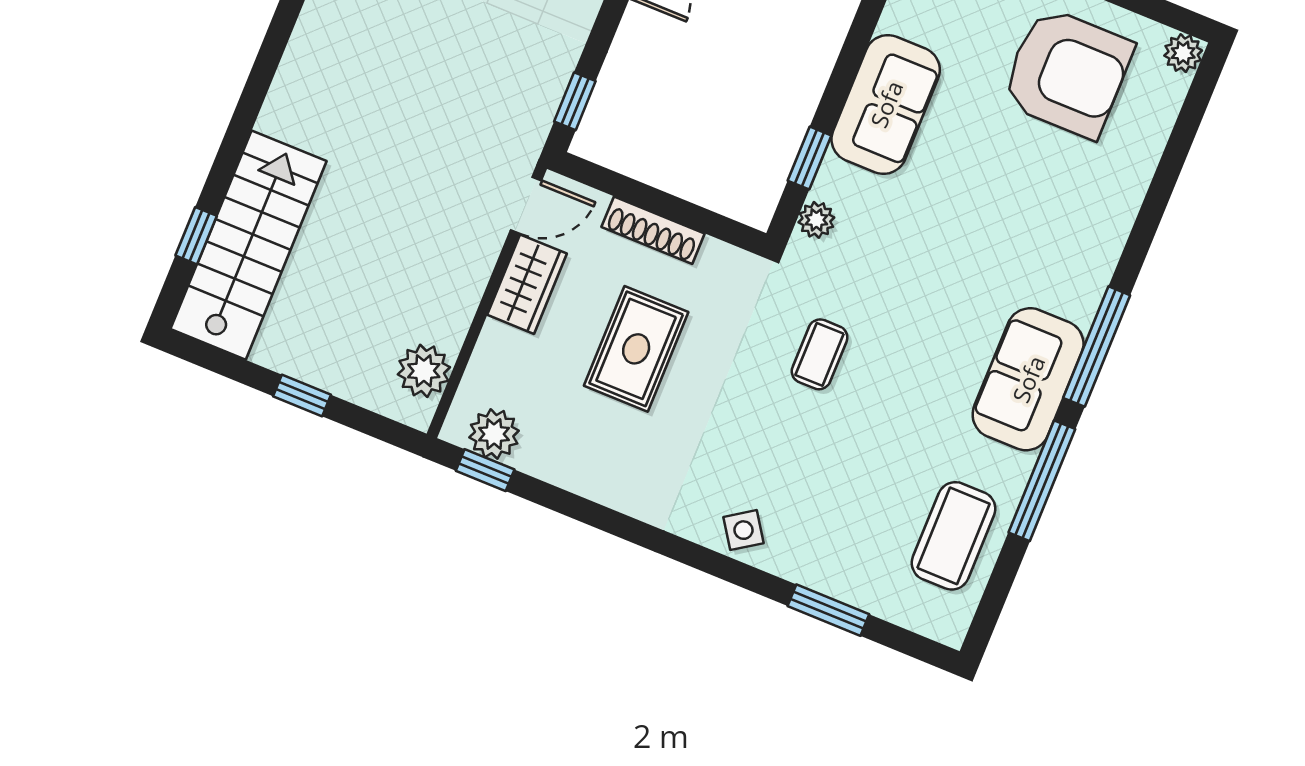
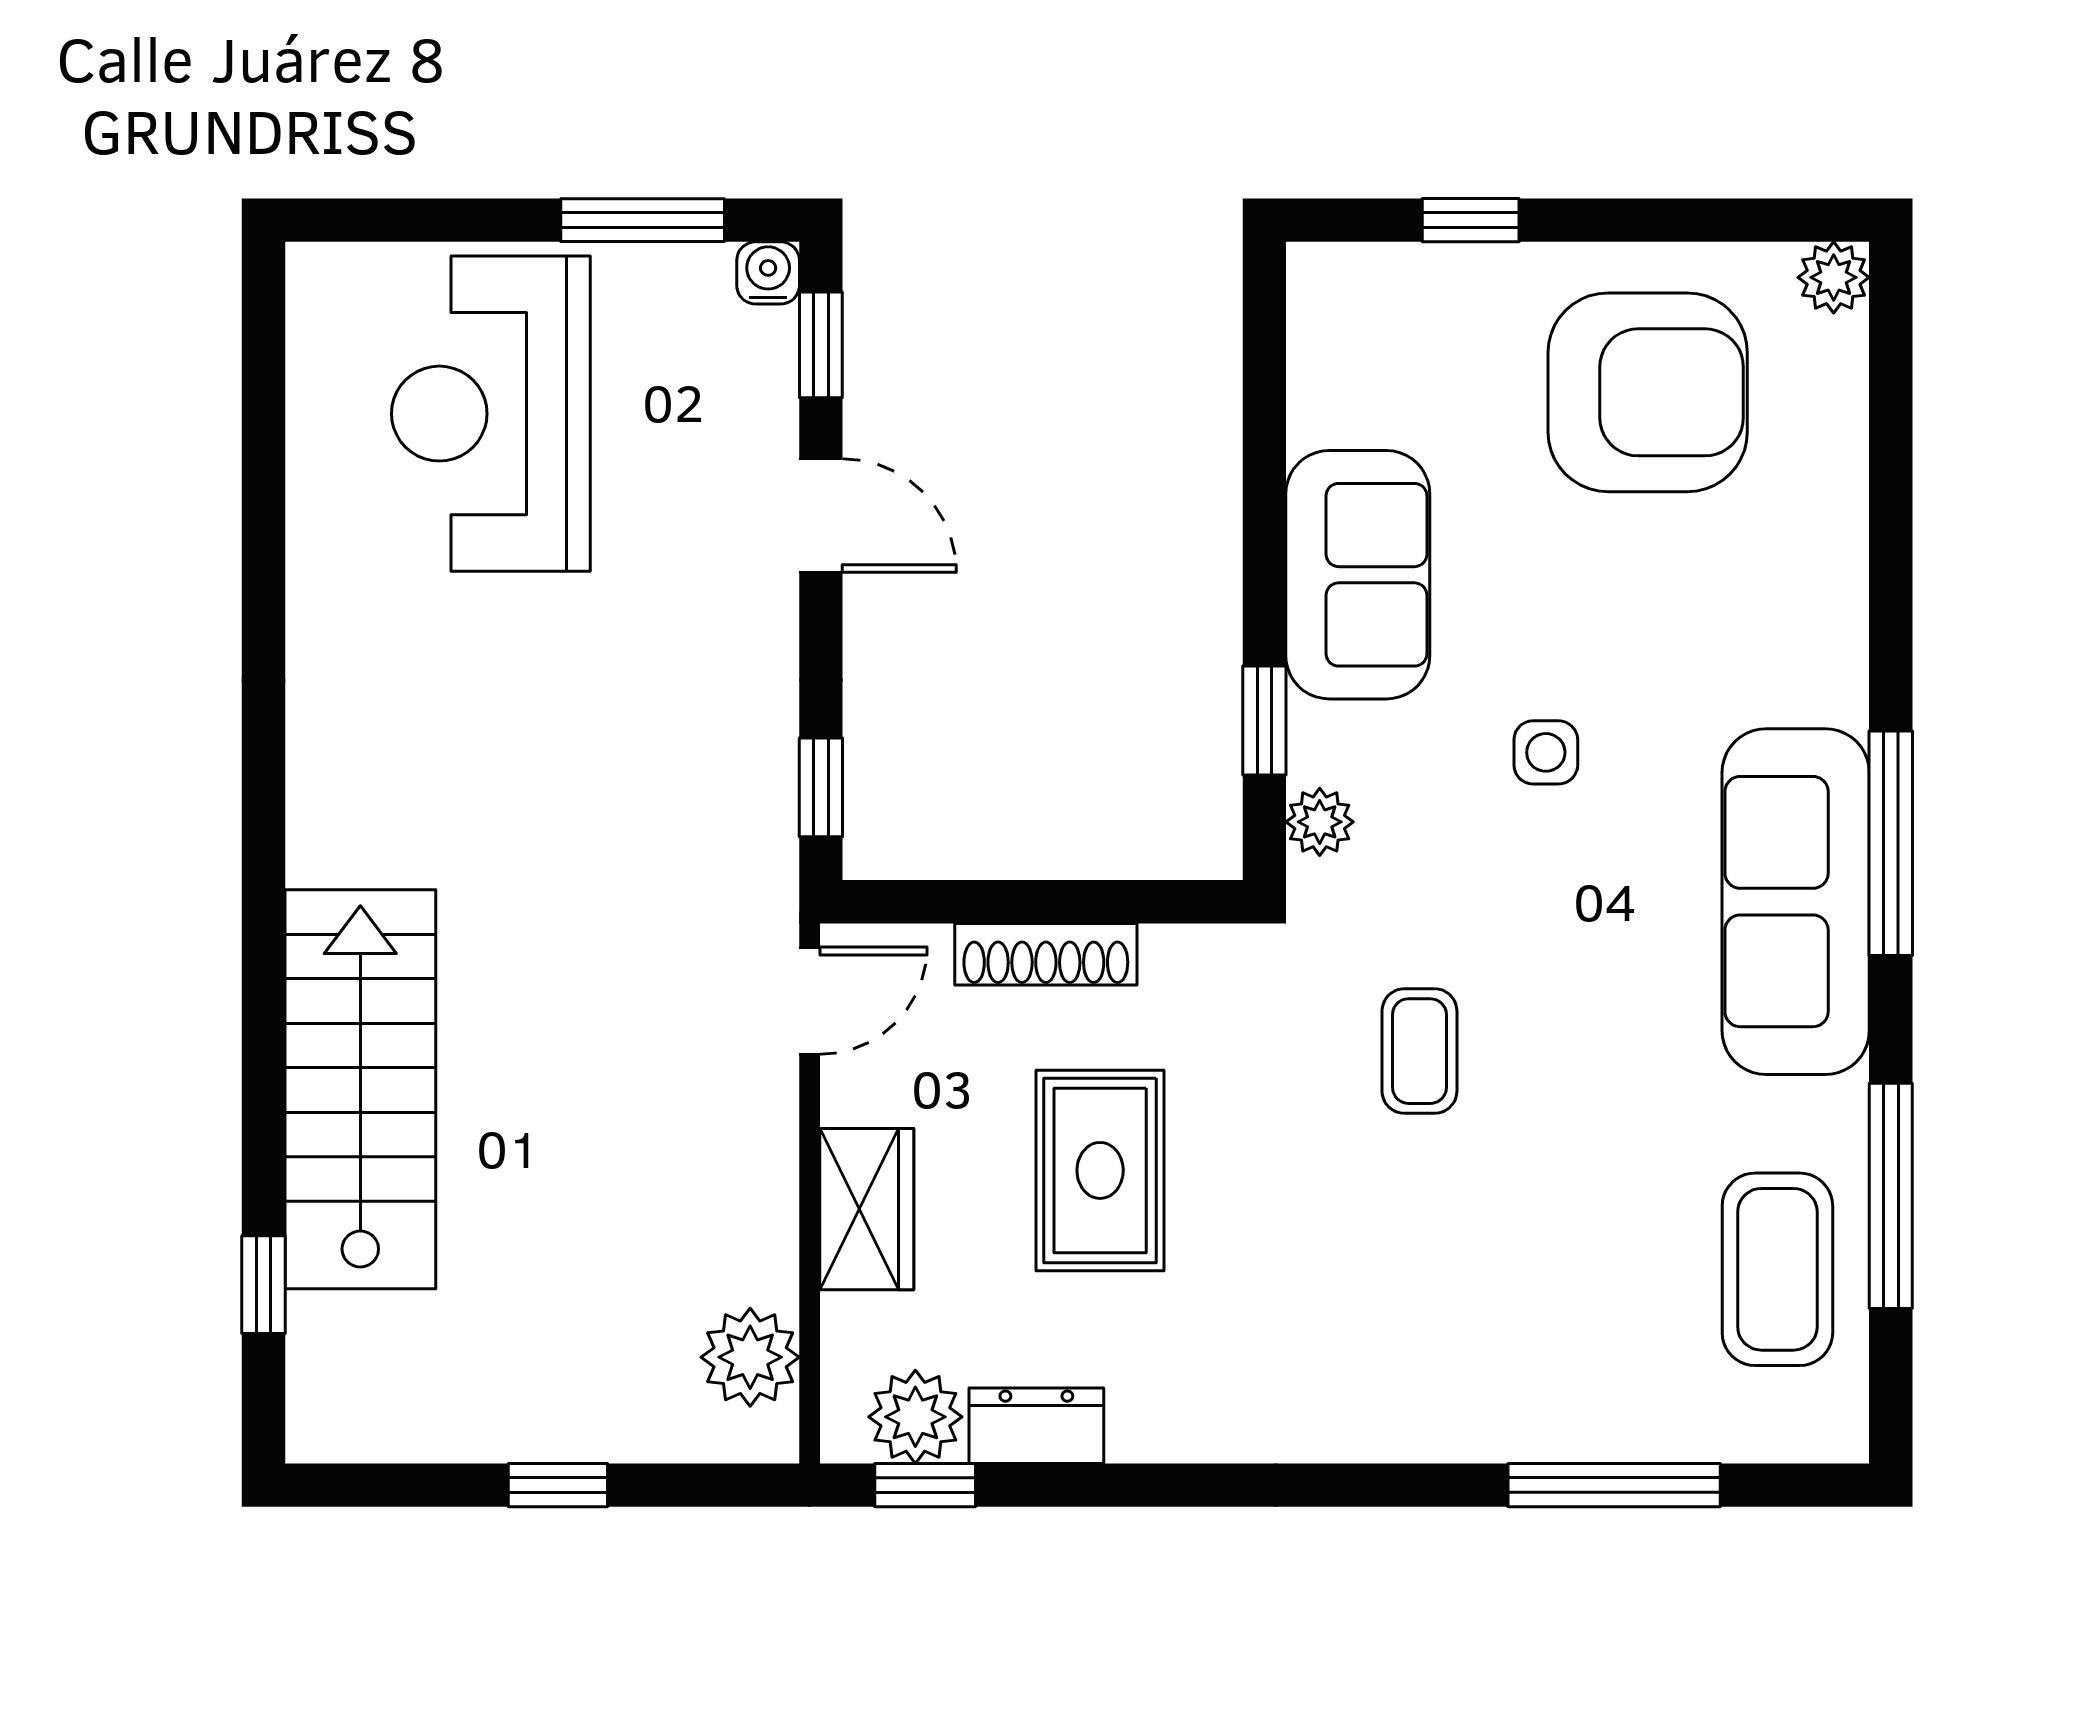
stairs: (249, 245) -> (360, 1089), moved
wardrobe: (527, 284) -> (867, 1209), moved
sofa: (1028, 379) -> (1796, 902), width x1.36
dresser: (553, 463) -> (1036, 1426), added
window: (1042, 481) -> (1891, 1196), moved
side table: (744, 530) -> (1546, 752), moved, turned 34
window: (828, 610) -> (1614, 1485), width x1.44

